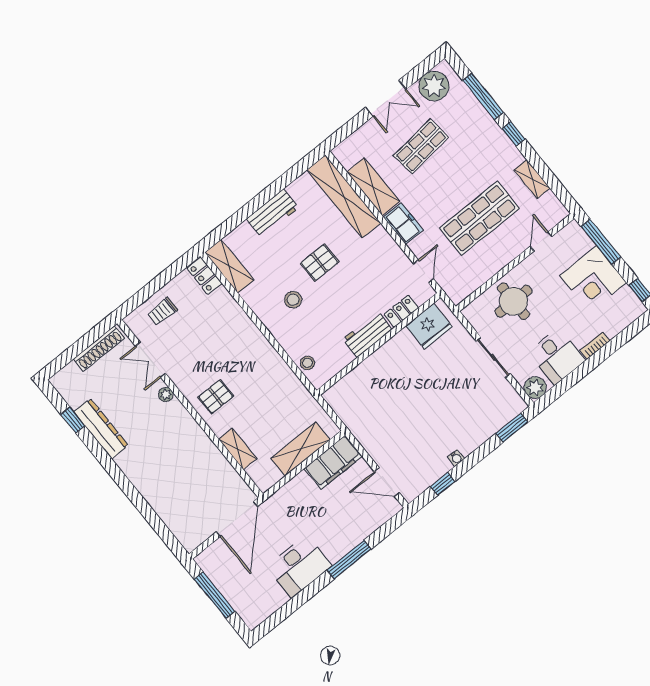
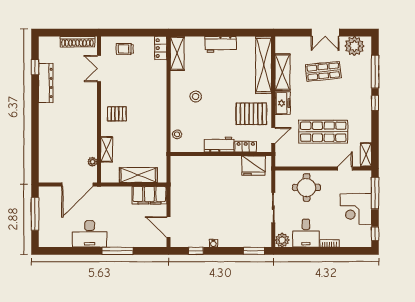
shelving: (532, 179) -> (366, 155), moved
pallet: (319, 263) -> (251, 114), moved, width x1.50, depth x1.42
plant: (166, 394) -> (92, 162), moved

